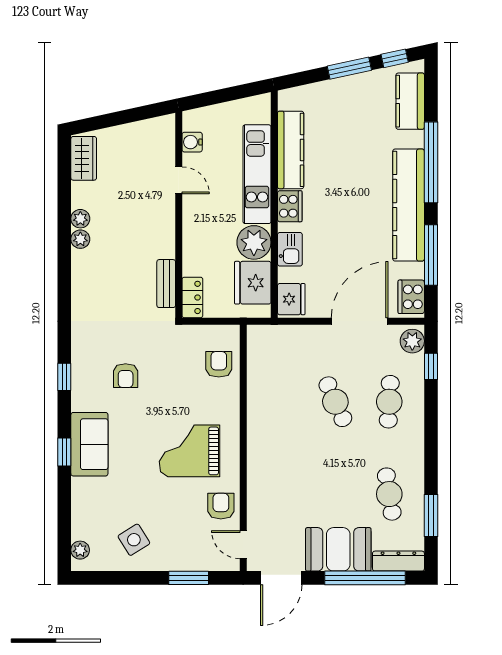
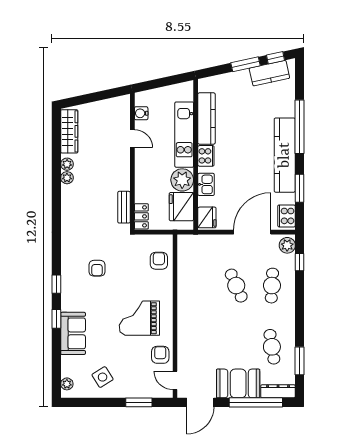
kitchen counter: (410, 101) -> (269, 73), moved, turned -102
wardrobe: (84, 158) -> (69, 131), width x1.50
window: (431, 255) -> (300, 188), width x0.69
window: (64, 377) -> (56, 284), moved
sofa: (89, 444) -> (73, 333), moved

